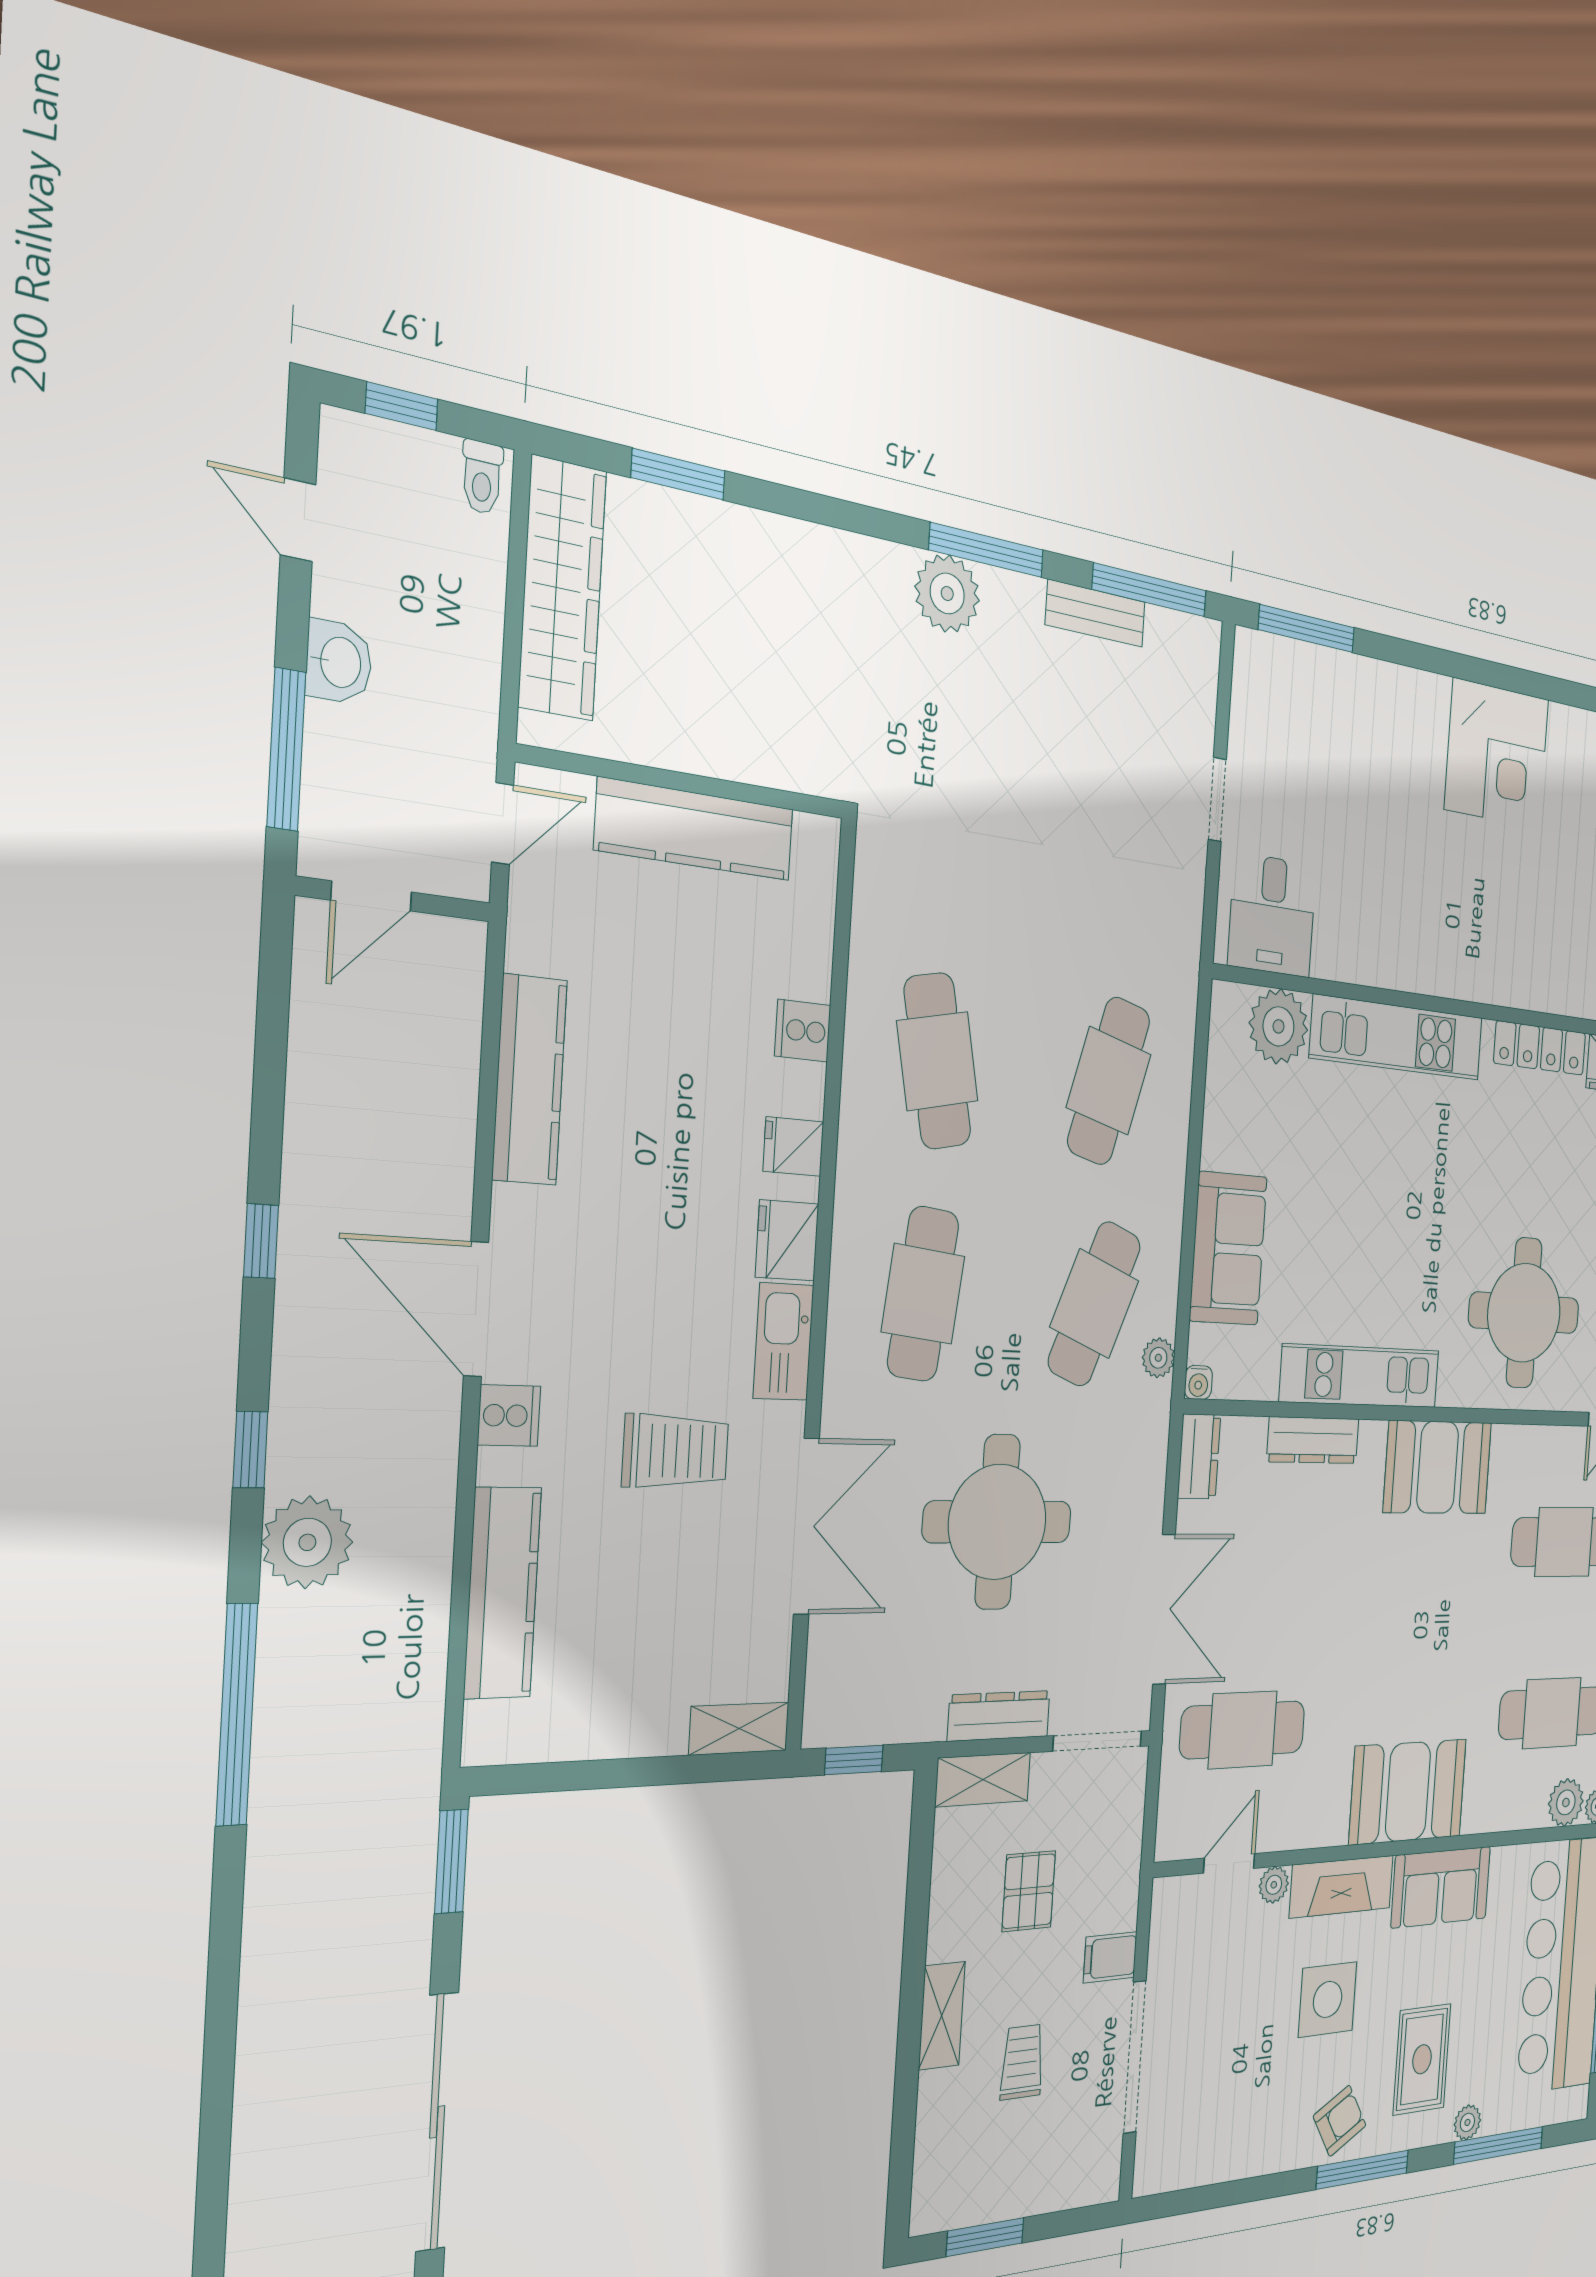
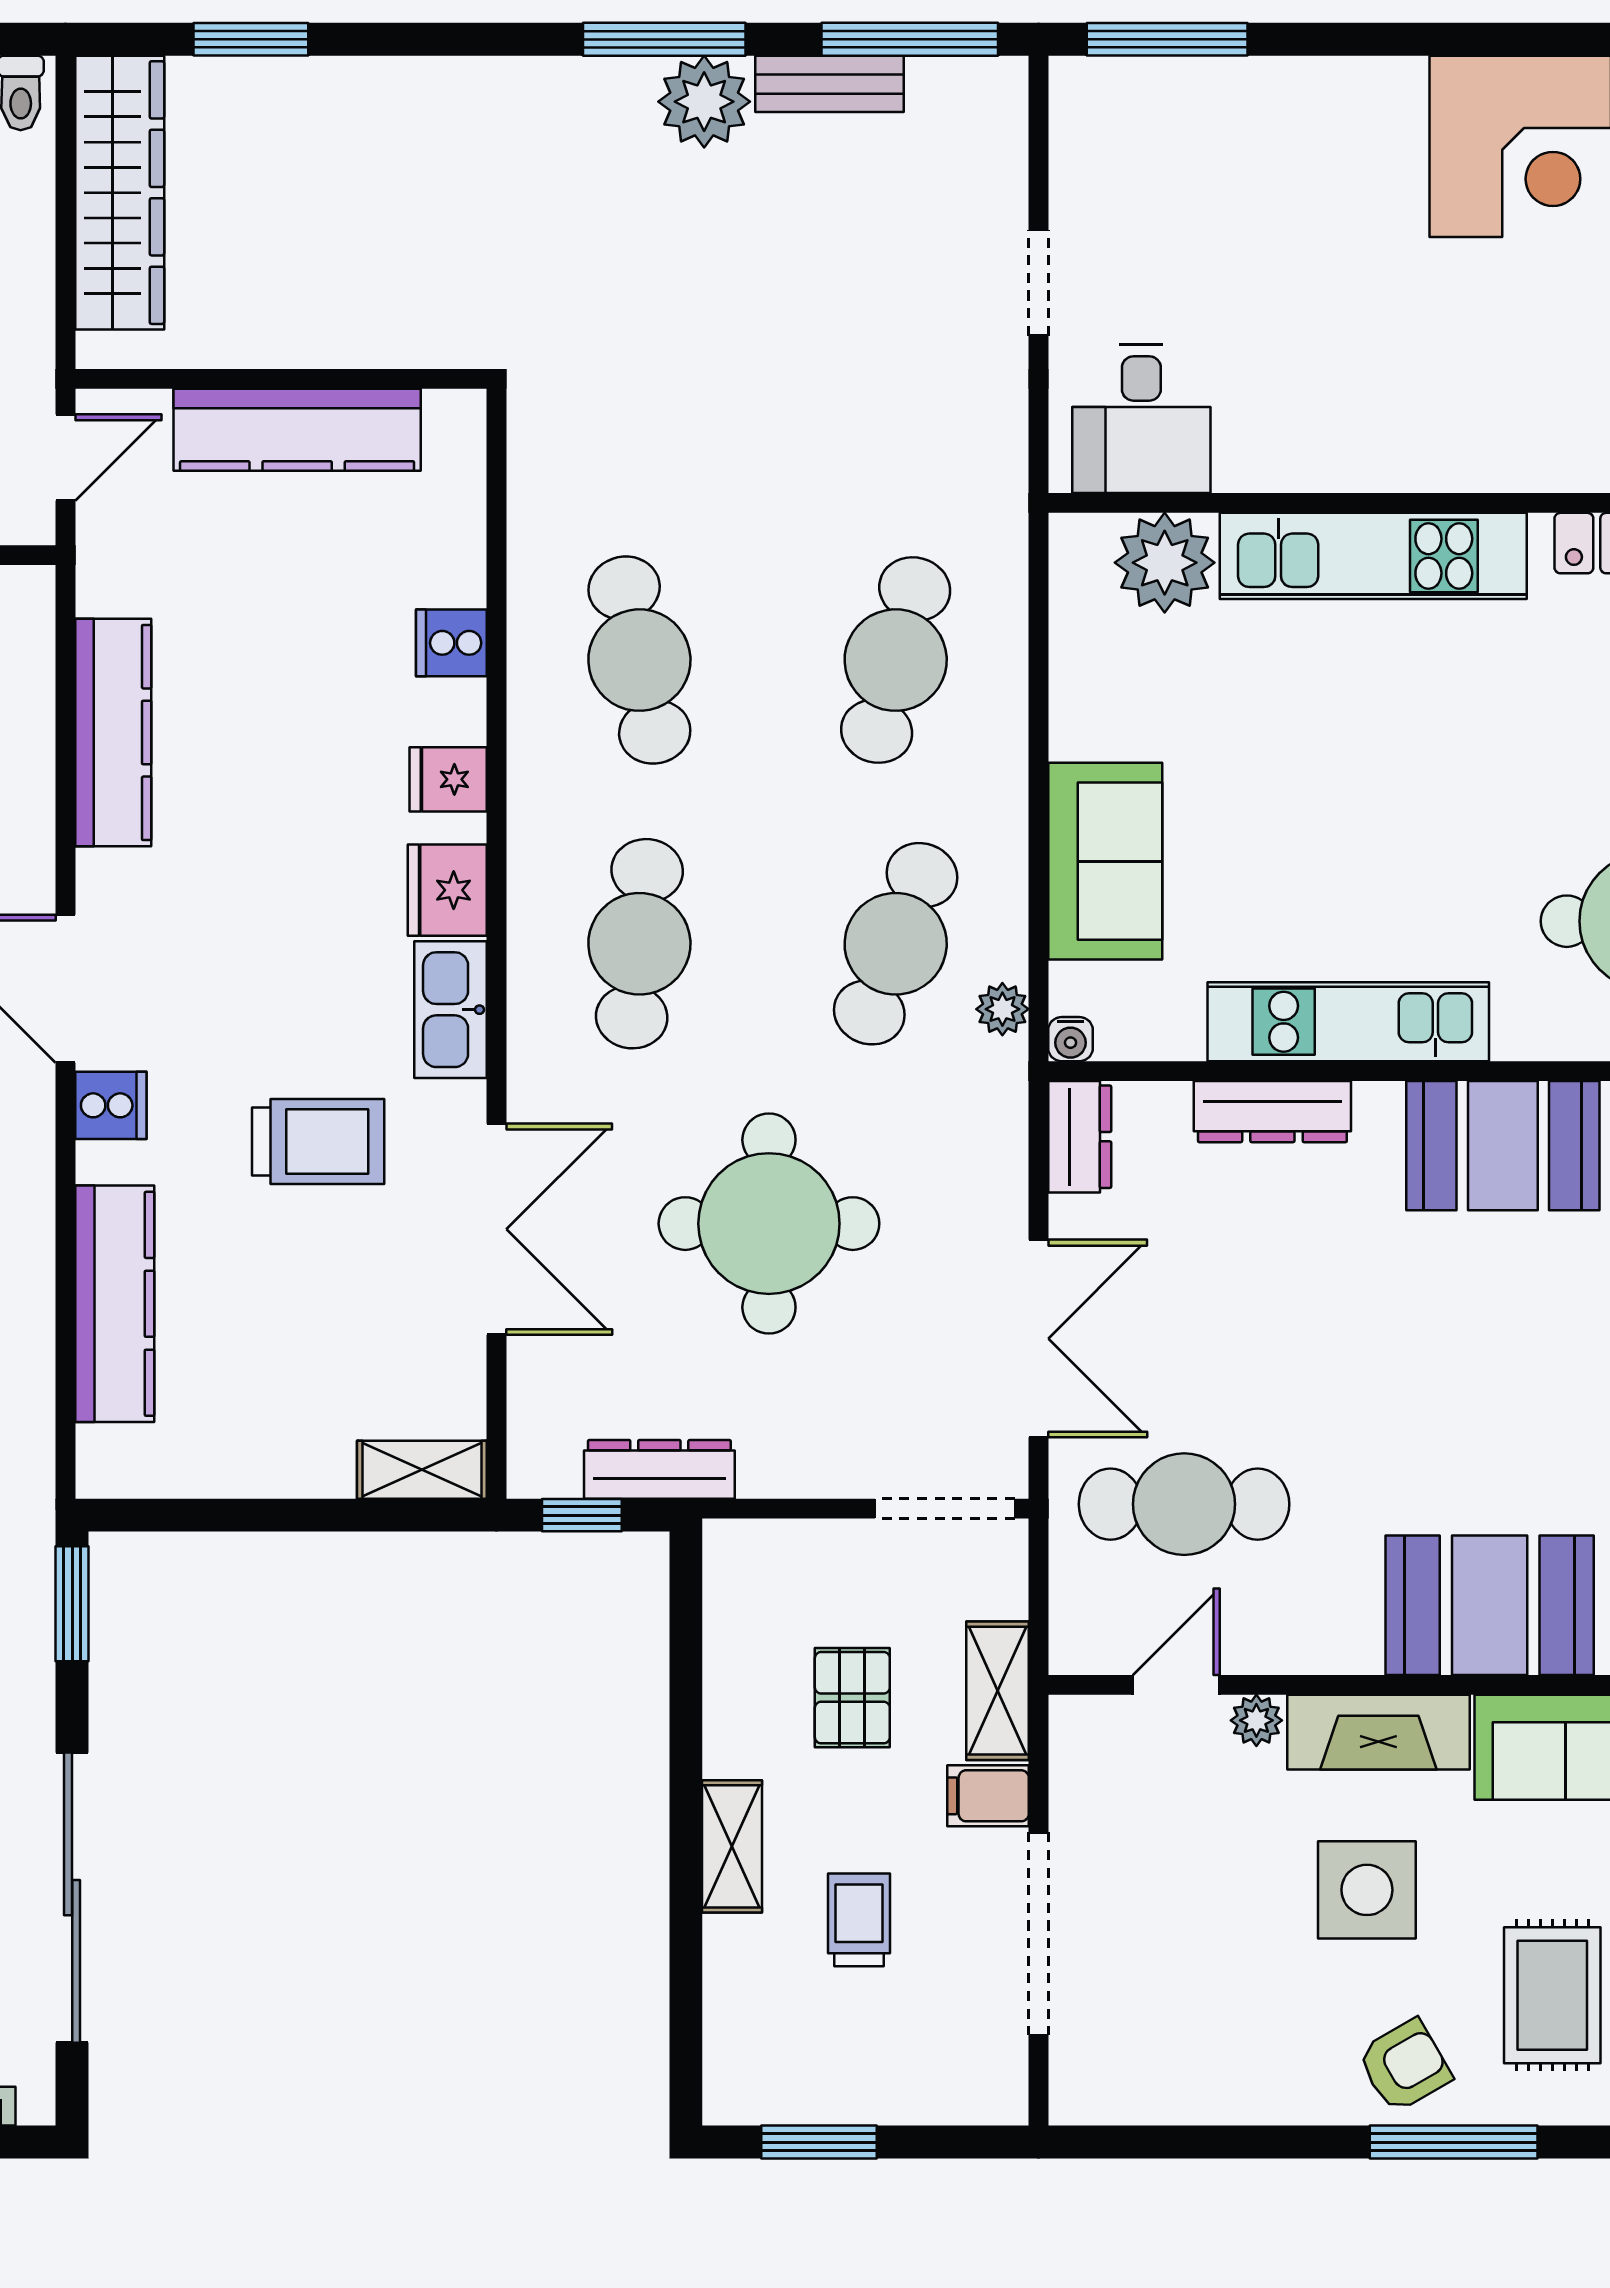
plant: (947, 593) -> (704, 102), moved
dresser: (999, 1716) -> (659, 1469), moved
shelving: (983, 1780) -> (998, 1691), moved, turned 90

